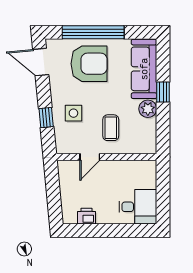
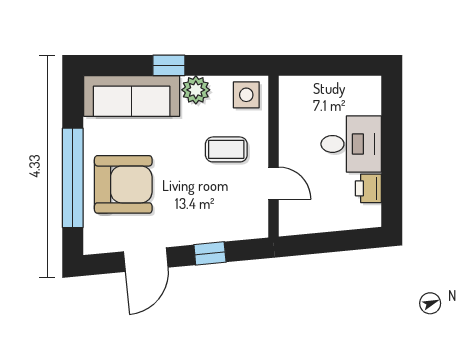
door: (41, 62) -> (146, 260), moved
armchair: (89, 64) -> (123, 184), turned 90
side table: (73, 113) -> (246, 95), moved
desk: (138, 207) -> (351, 144), moved, turned 90

